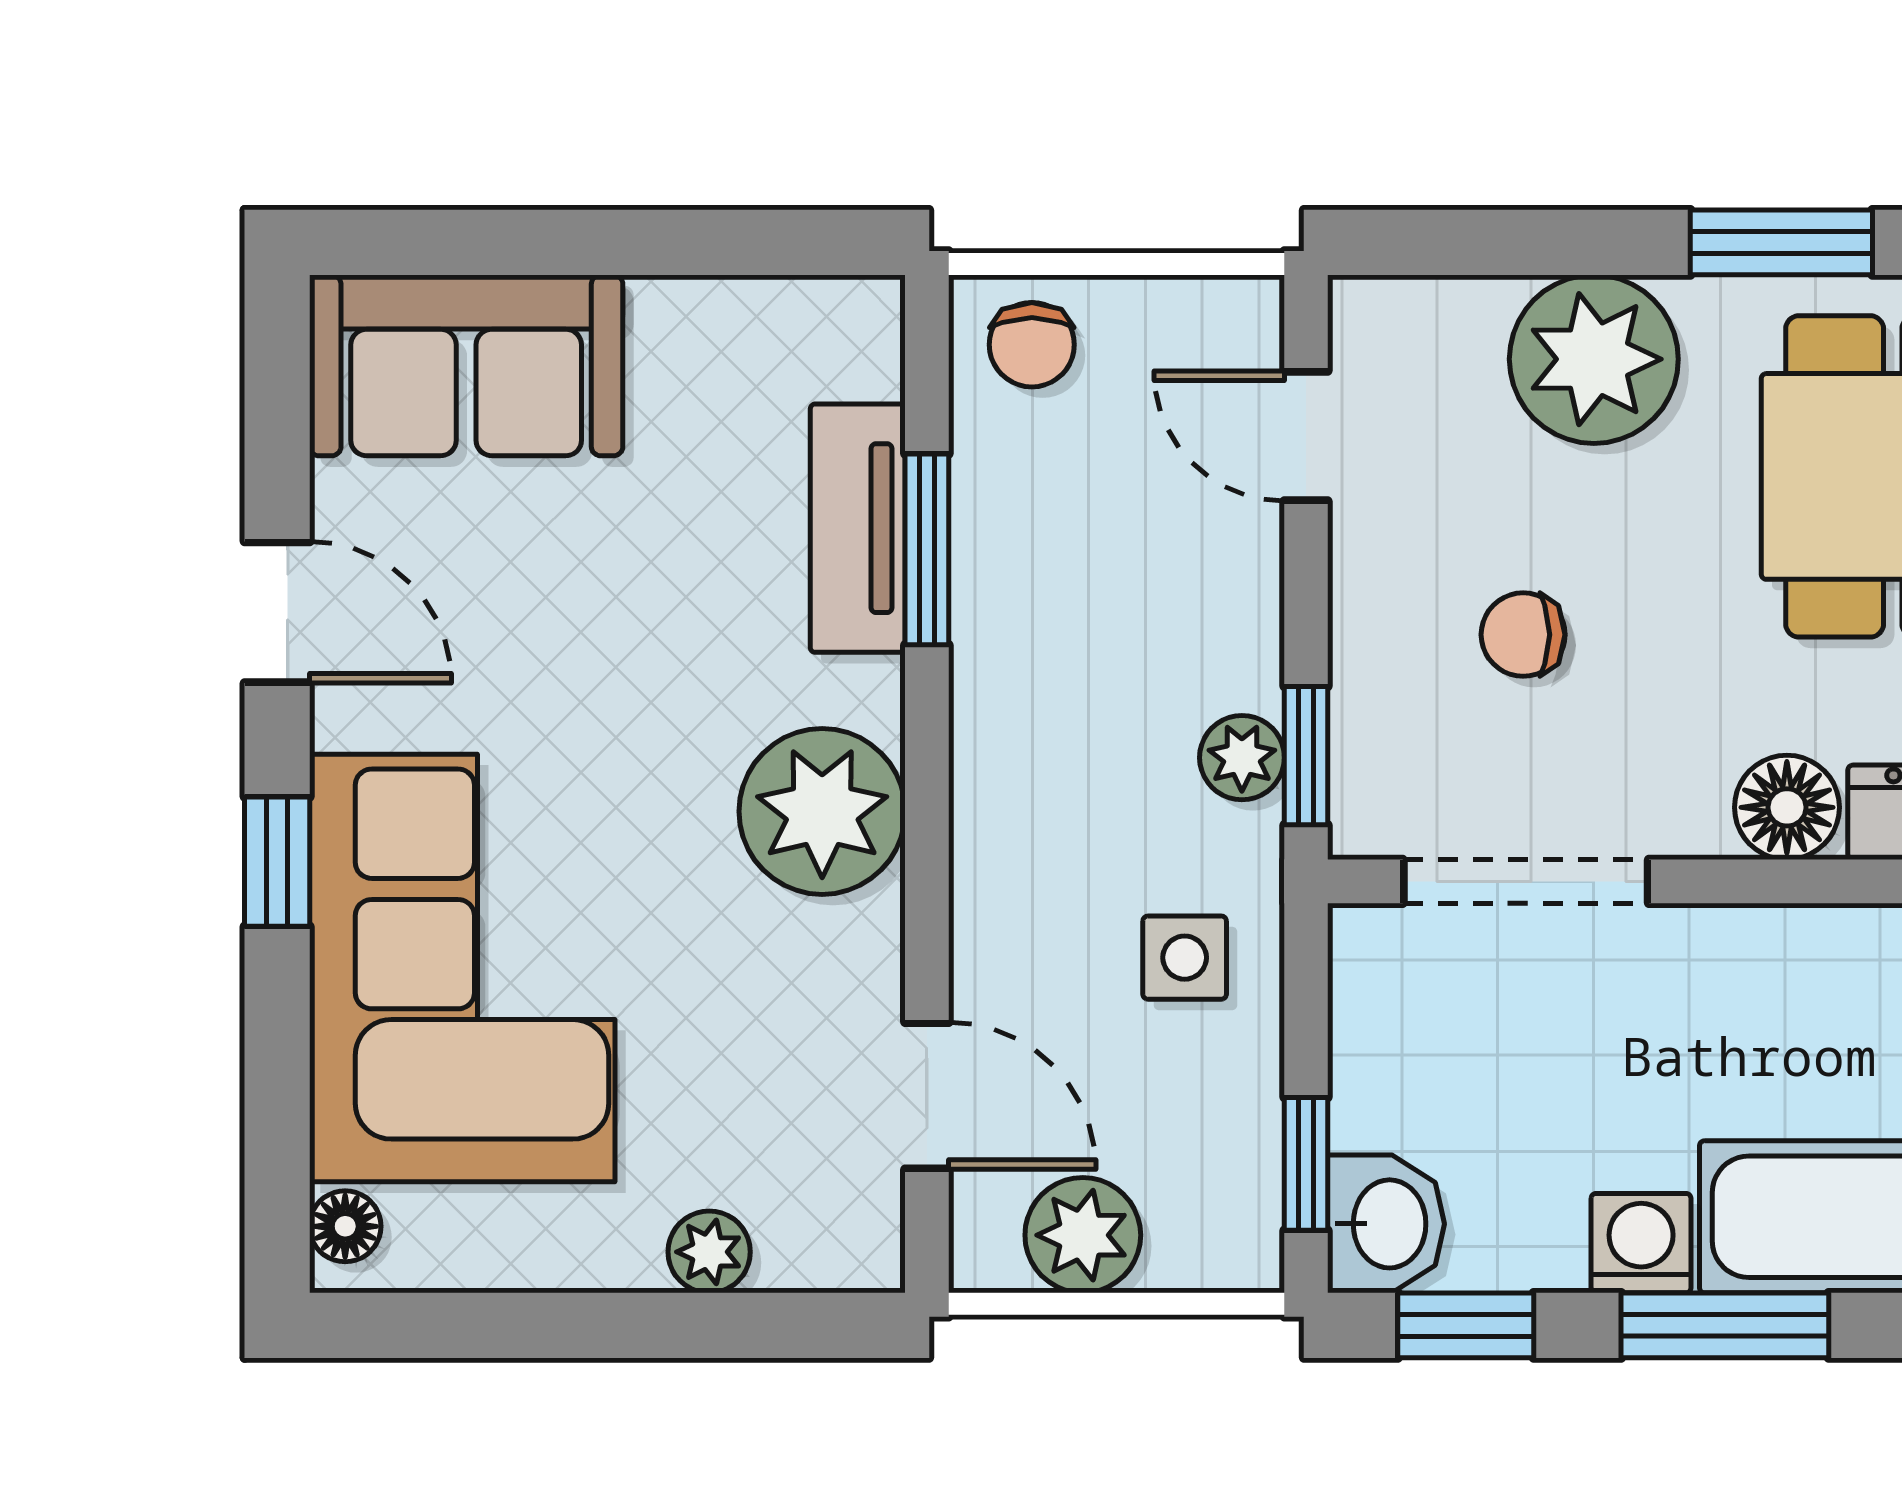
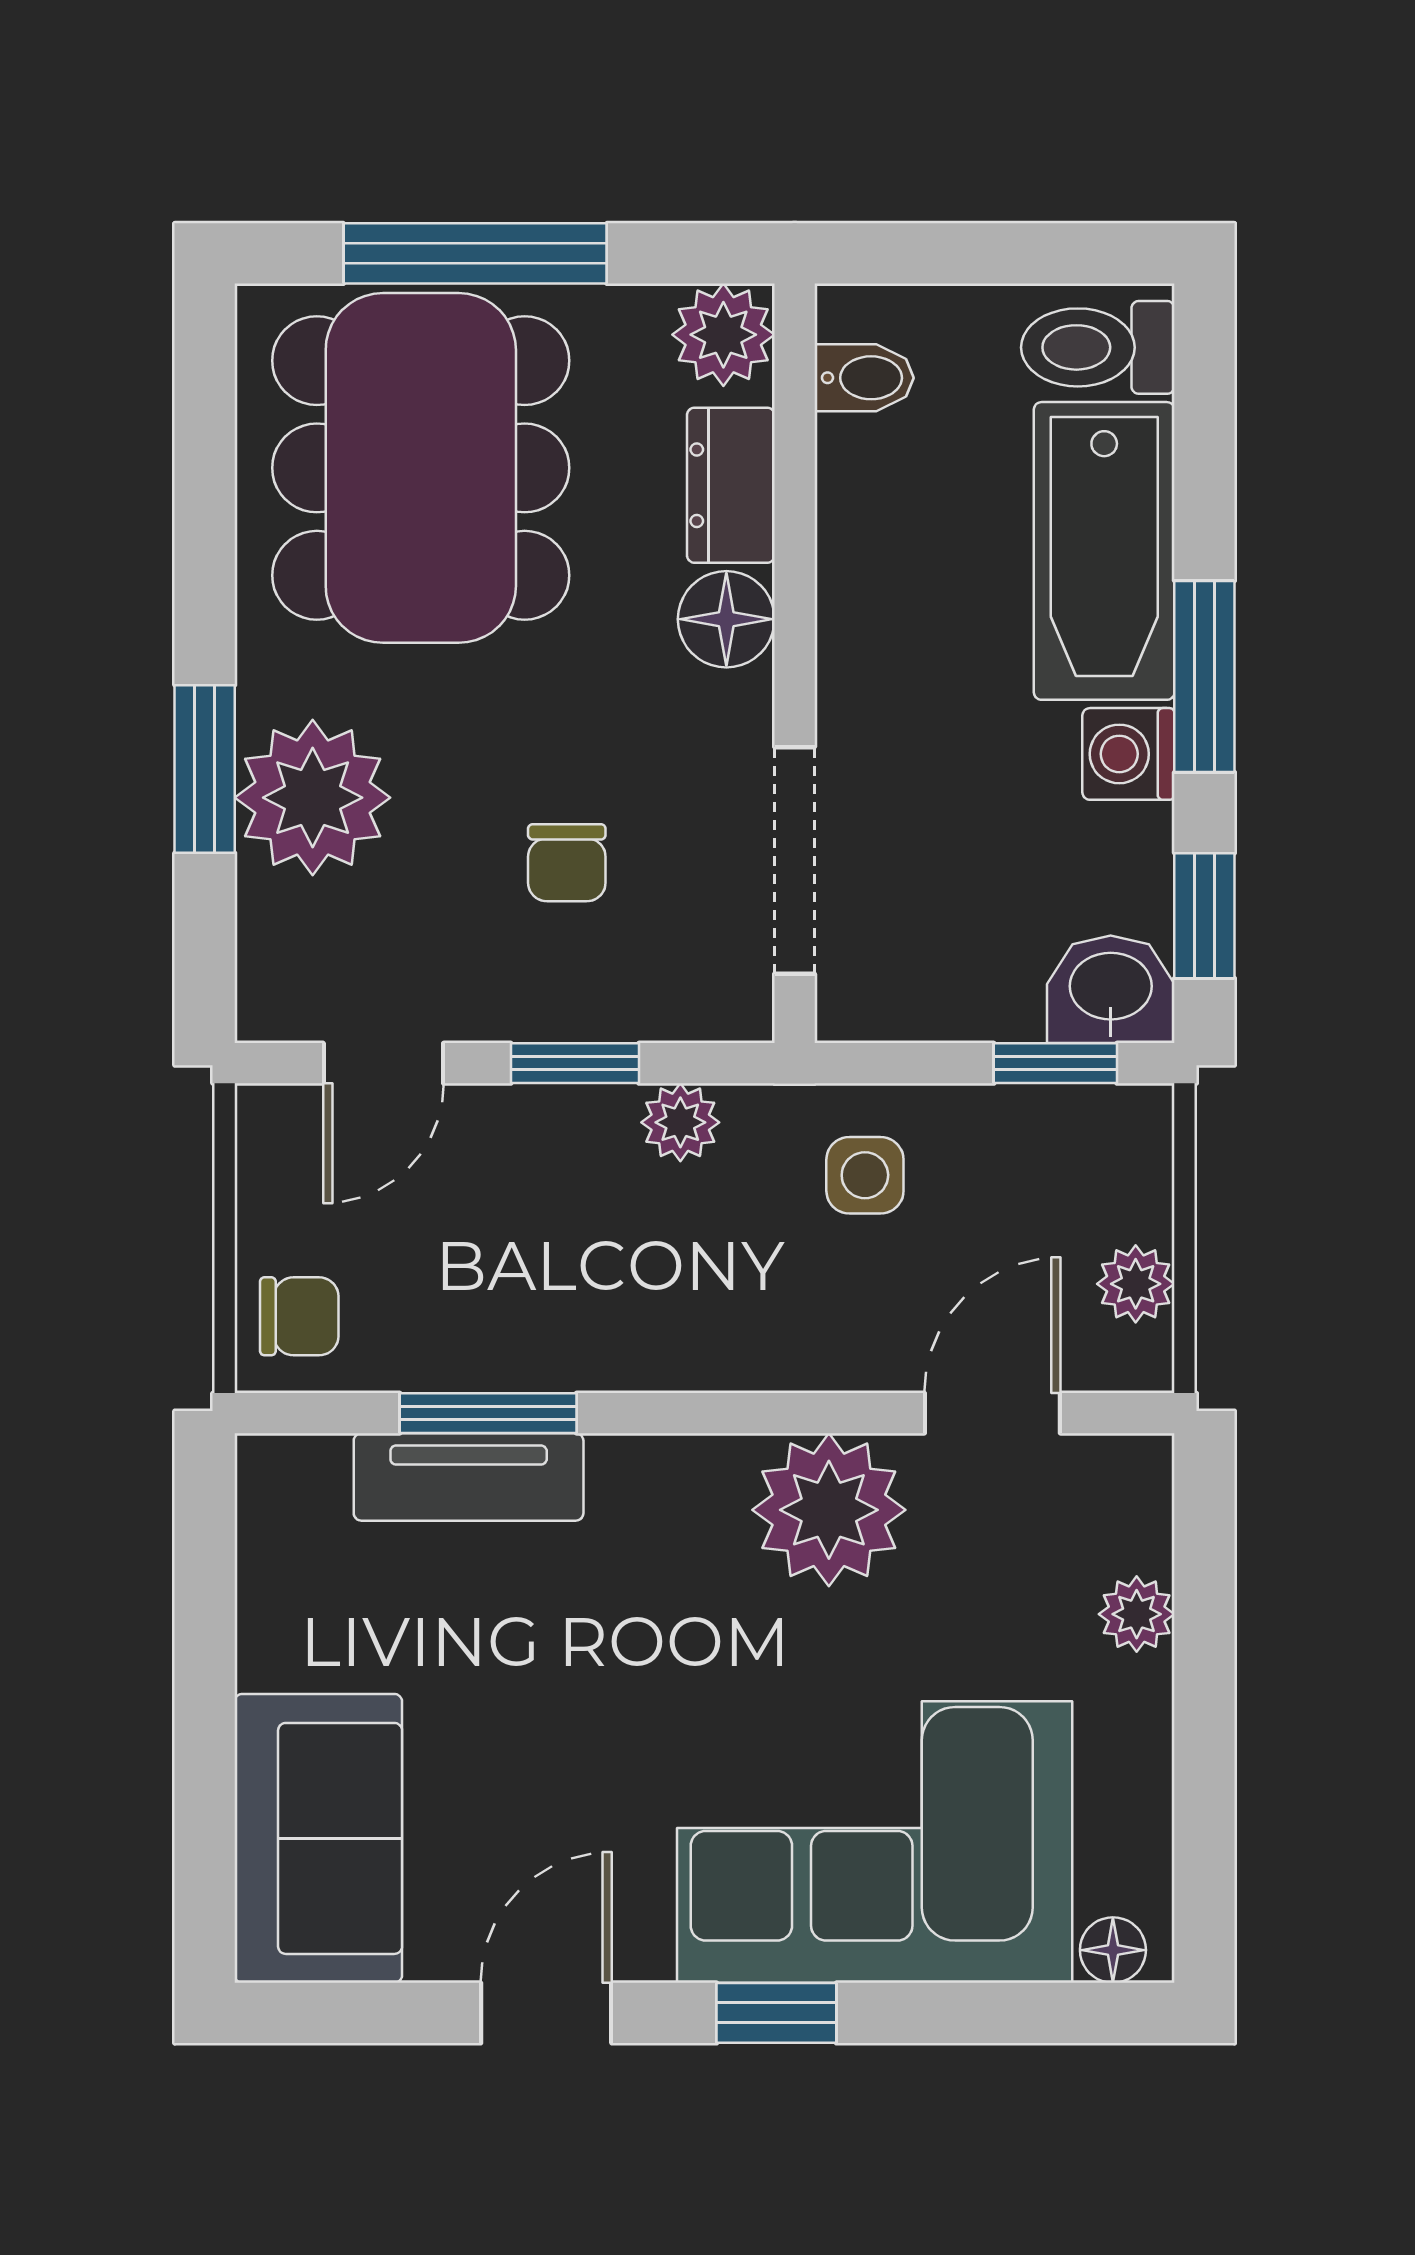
window: (1781, 242) -> (205, 769), moved
window: (1306, 756) -> (575, 1063), moved
plant: (822, 811) -> (829, 1510), moved
plant: (1083, 1235) -> (1136, 1284), width x0.73, depth x0.73

